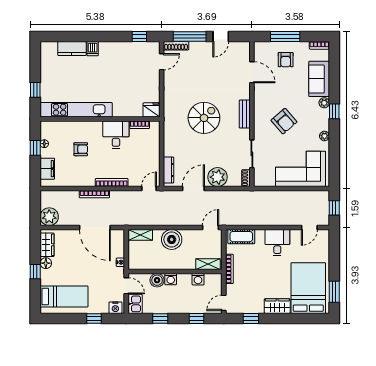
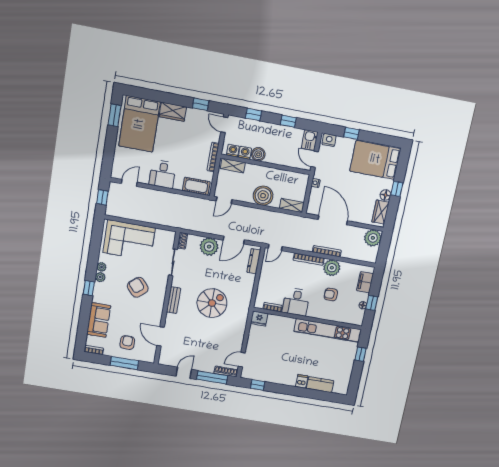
plant: (324, 103) -> (100, 277), moved
spiral stairs: (204, 118) -> (212, 303), turned 180
plant: (86, 178) -> (332, 268), added
washing machine: (171, 279) -> (233, 151), moved
boiler: (157, 280) -> (258, 154), moved
bed: (64, 297) -> (375, 160), width x1.50
door: (224, 303) -> (224, 125), swing flipped

